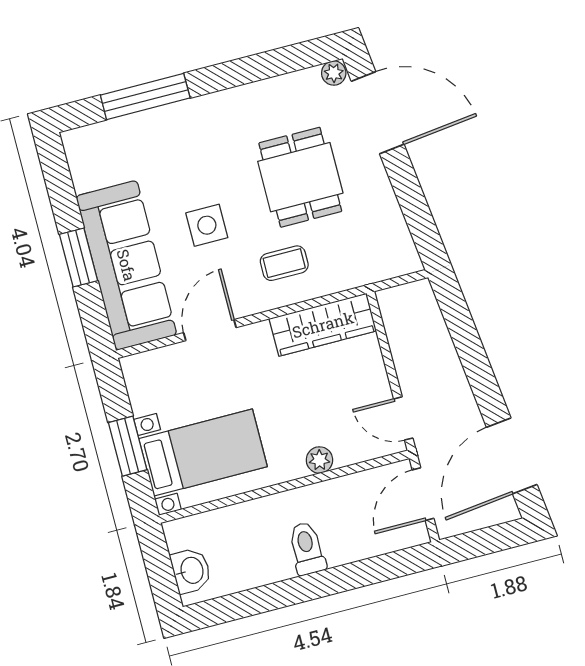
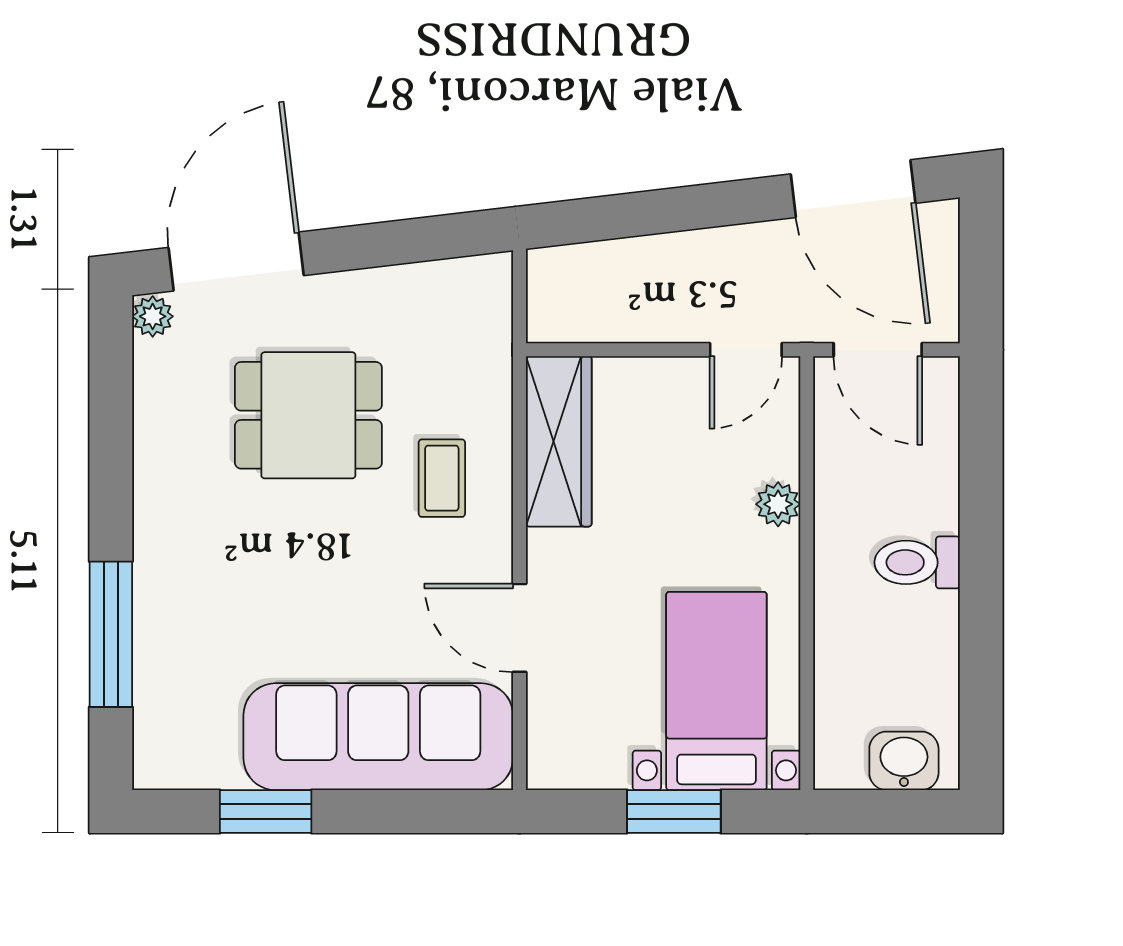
side table: (207, 225) -> (347, 588), removed
window: (78, 258) -> (266, 811), moved

